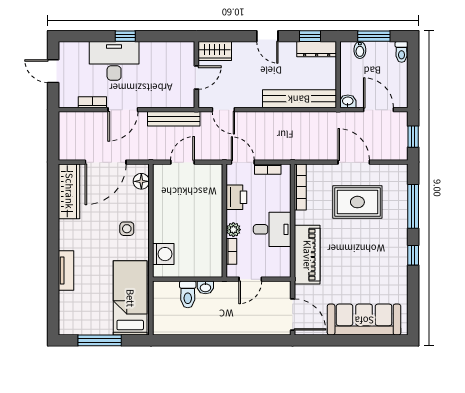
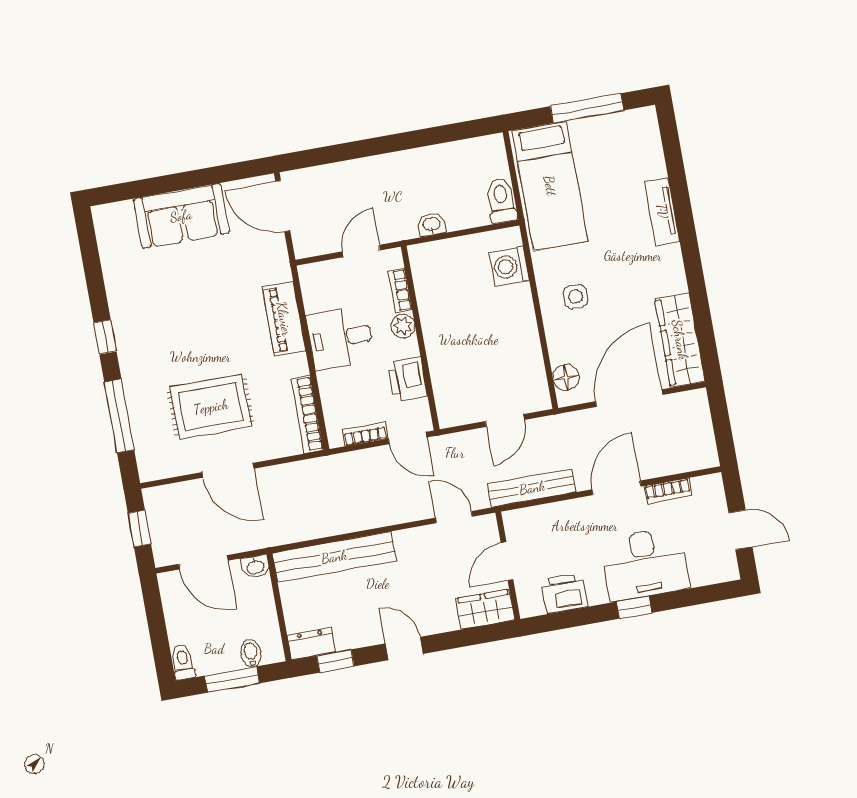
dresser: (317, 49) -> (311, 644), width x0.70
printer: (166, 52) -> (564, 594), added
piano: (307, 255) -> (284, 319), width x0.73, depth x0.75
toilet: (188, 294) -> (501, 200), moved
sofa: (364, 320) -> (181, 216), width x0.73

